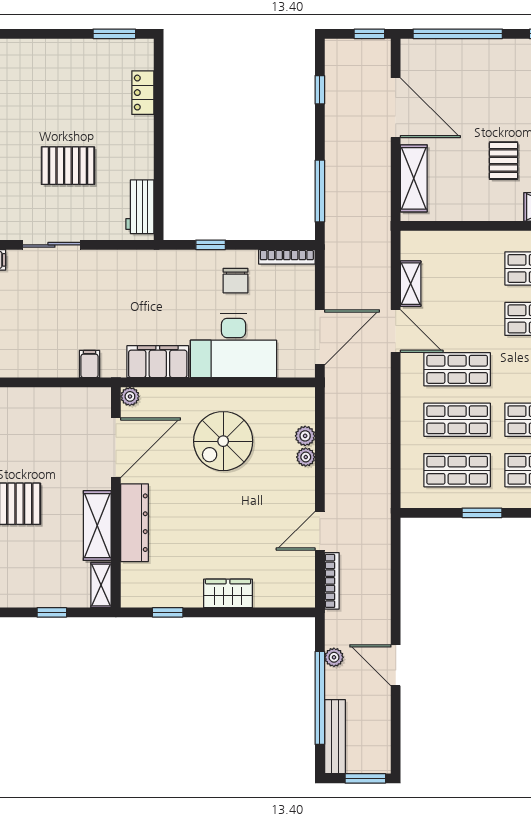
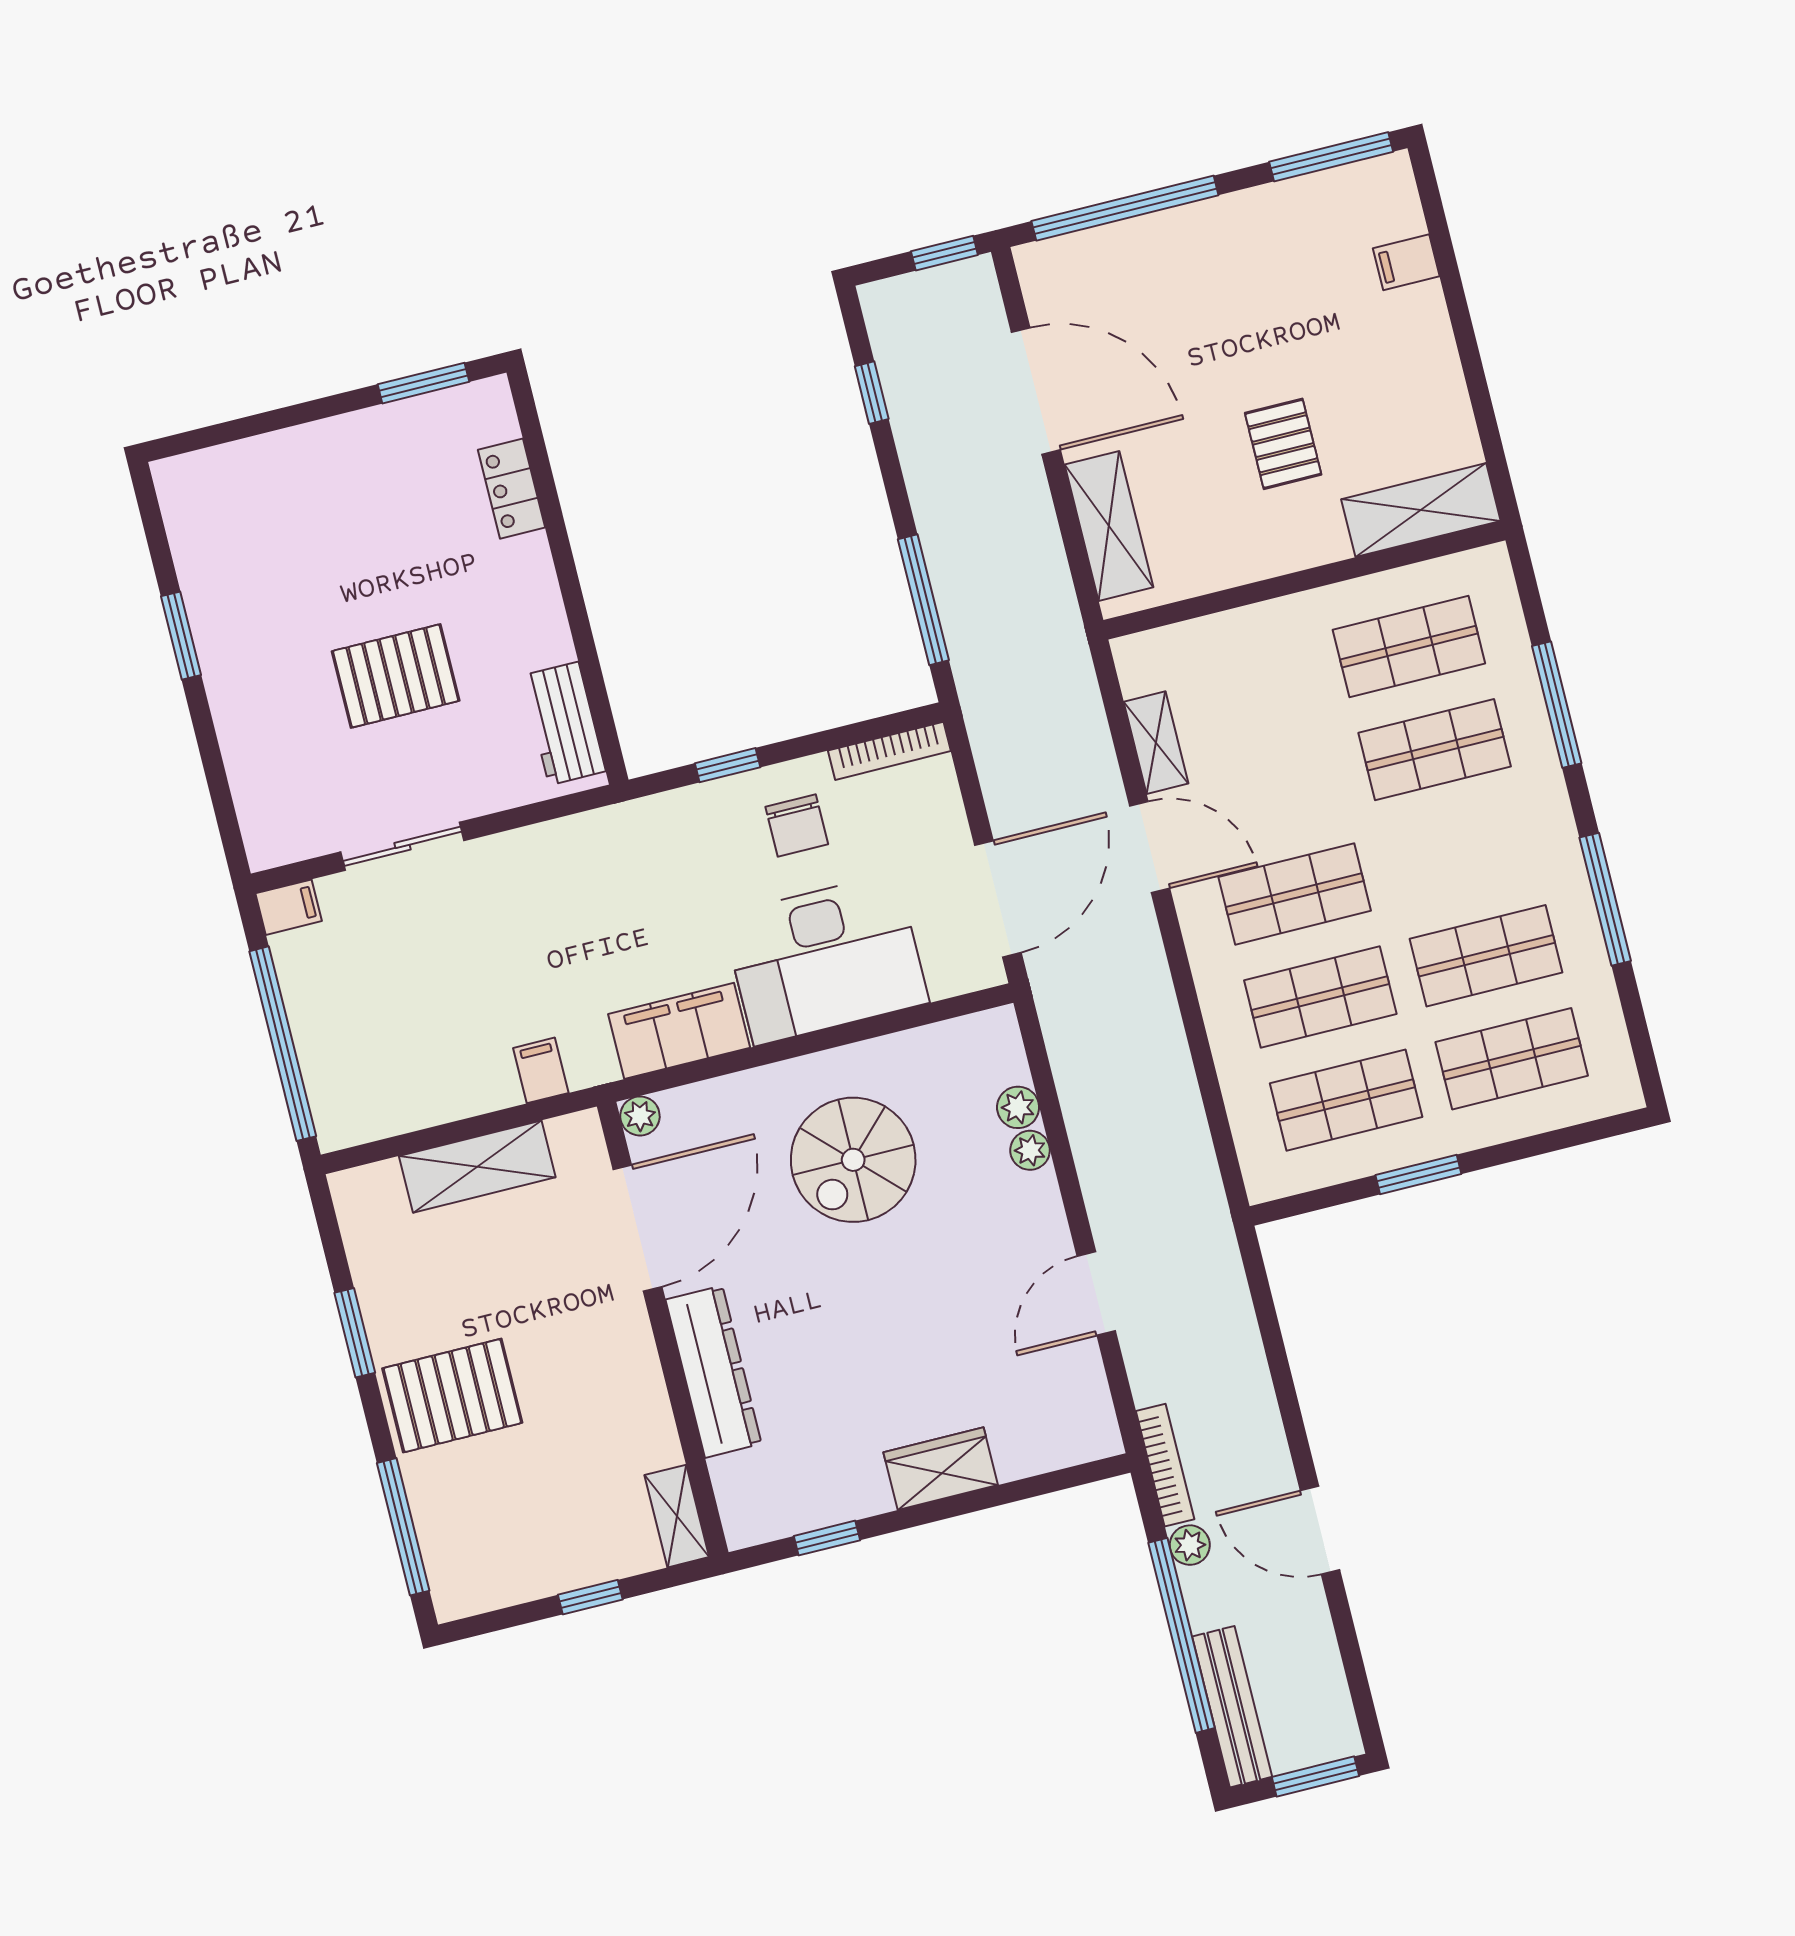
shelving: (97, 526) -> (477, 1167), moved, turned 90
bookcase: (332, 581) -> (1165, 1465), moved

